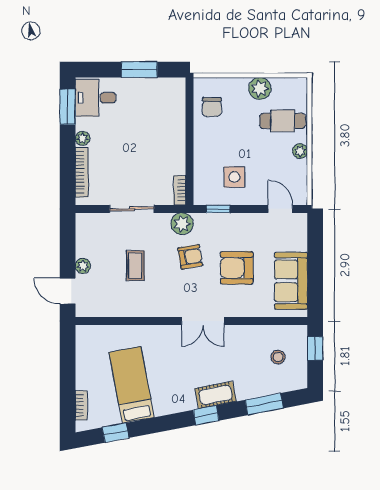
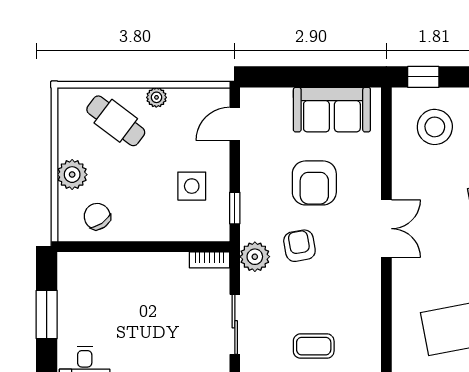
plant: (260, 88) -> (72, 175), moved
chair: (212, 107) -> (97, 216), turned -124
cafe table: (283, 121) -> (116, 121), turned -53
coffee table: (135, 266) -> (314, 346), moved
stool: (278, 357) -> (435, 127), width x1.89, depth x1.89

